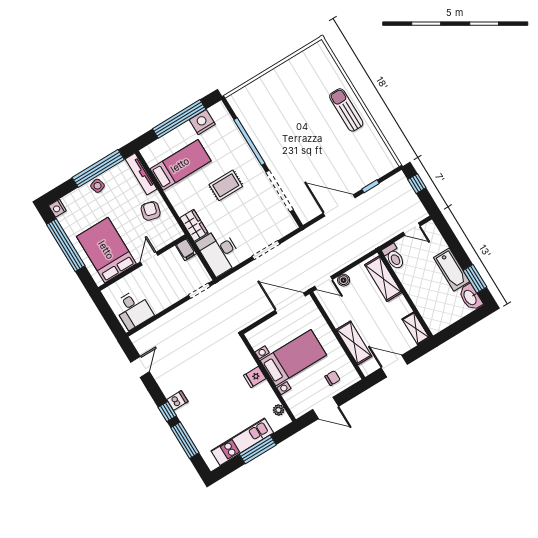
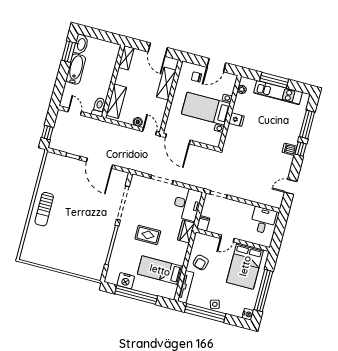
door: (326, 408) -> (216, 65), swing flipped

